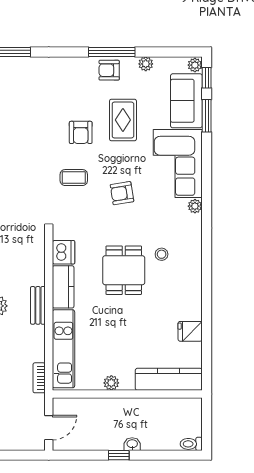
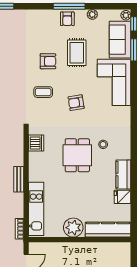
armchair: (109, 70) -> (67, 19), turned -90
armchair: (81, 132) -> (48, 61), turned -90
plant: (195, 206) -> (126, 112), removed
kitchen counter: (63, 287) -> (123, 175), moved, turned 180
plant: (111, 383) -> (73, 228), width x1.87, depth x1.87

